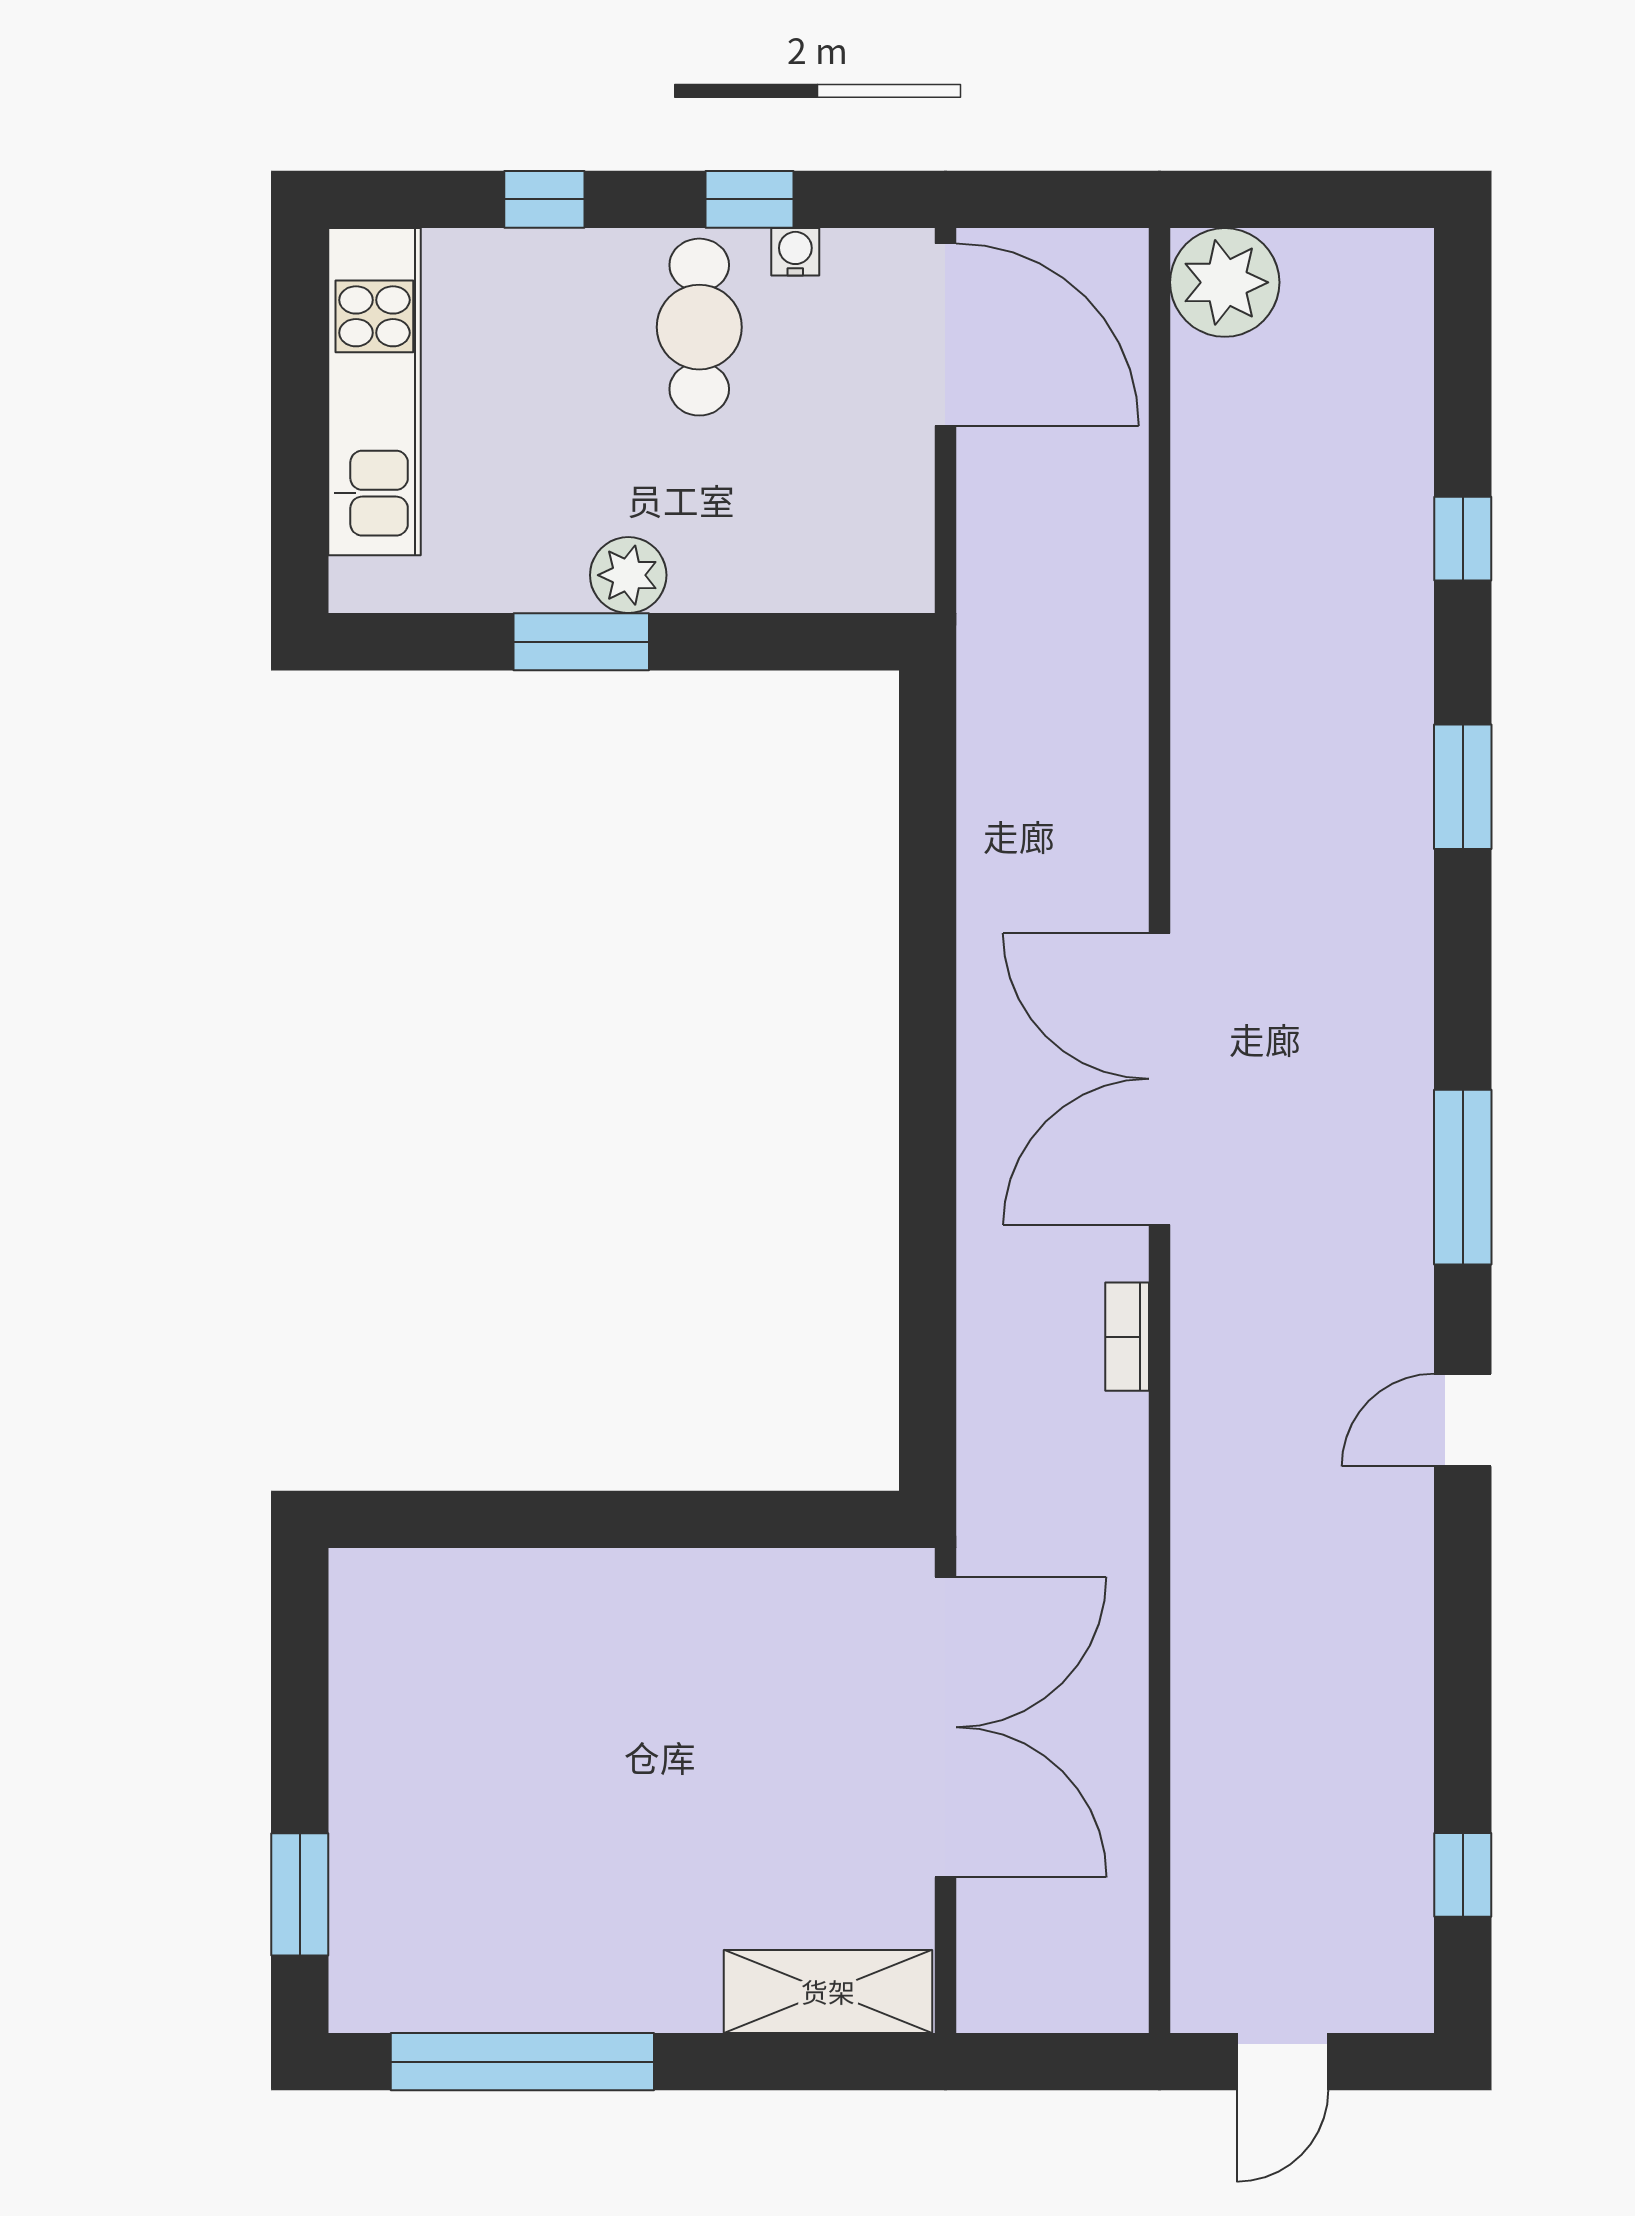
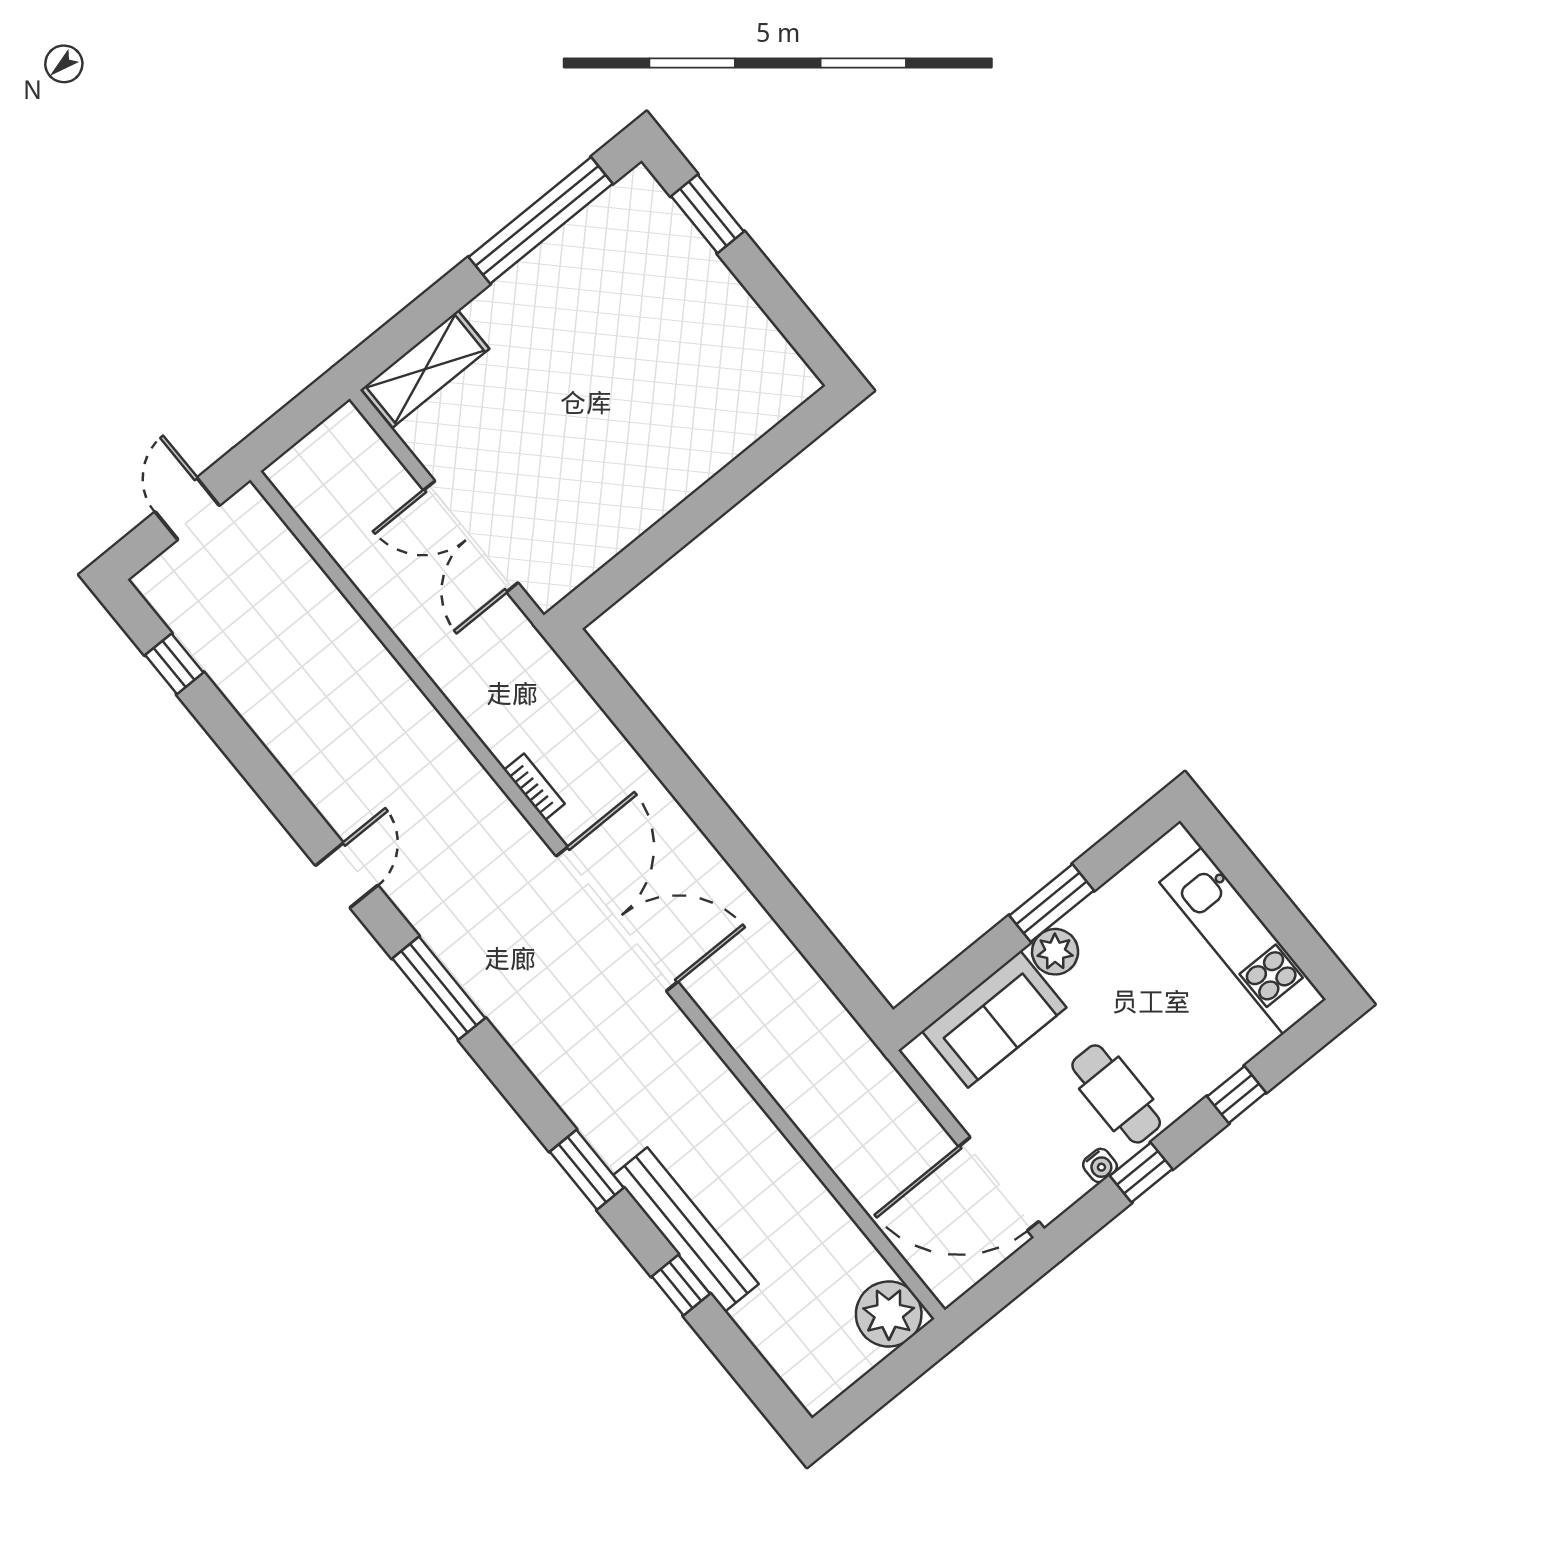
sofa: (778, 552) -> (994, 1019), added
bench: (1398, 605) -> (686, 1230), added
double door: (945, 1727) -> (471, 536), width x0.73

